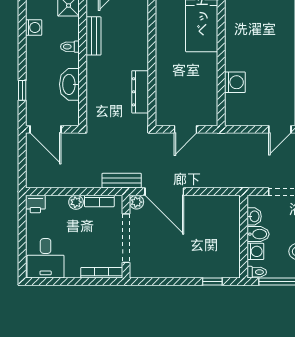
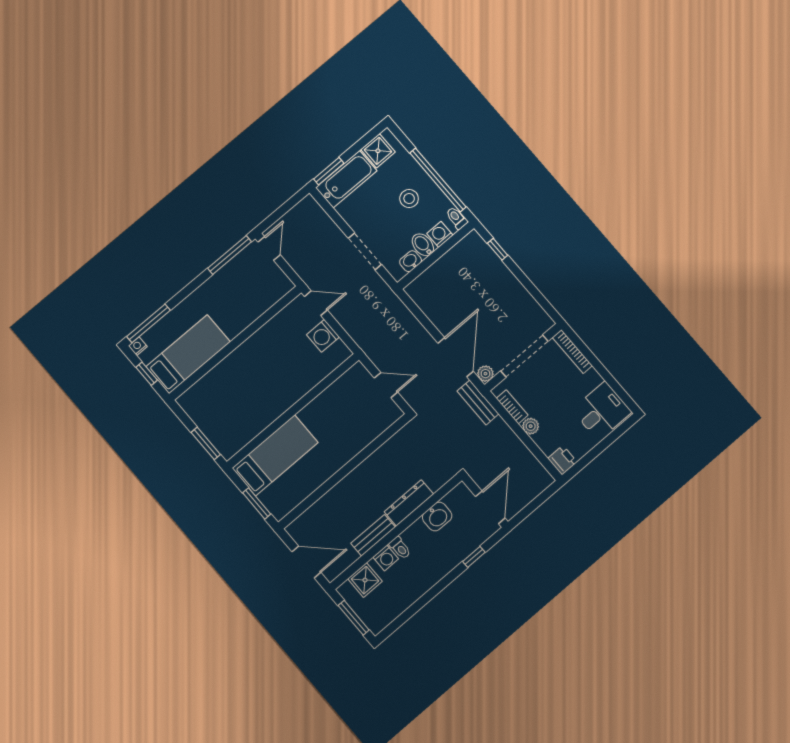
washing machine: (34, 28) -> (386, 558), moved, turned 180
washing machine: (235, 82) -> (323, 336), moved, turned -90
washbasin: (69, 84) -> (437, 517), width x0.72
dresser: (140, 92) -> (409, 503), moved, turned 180

